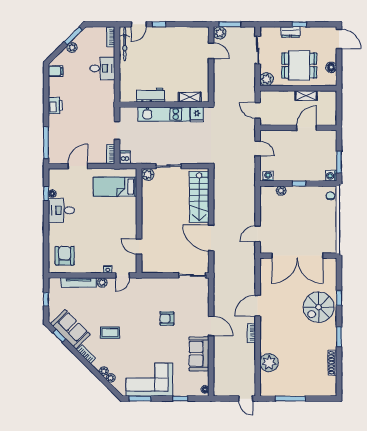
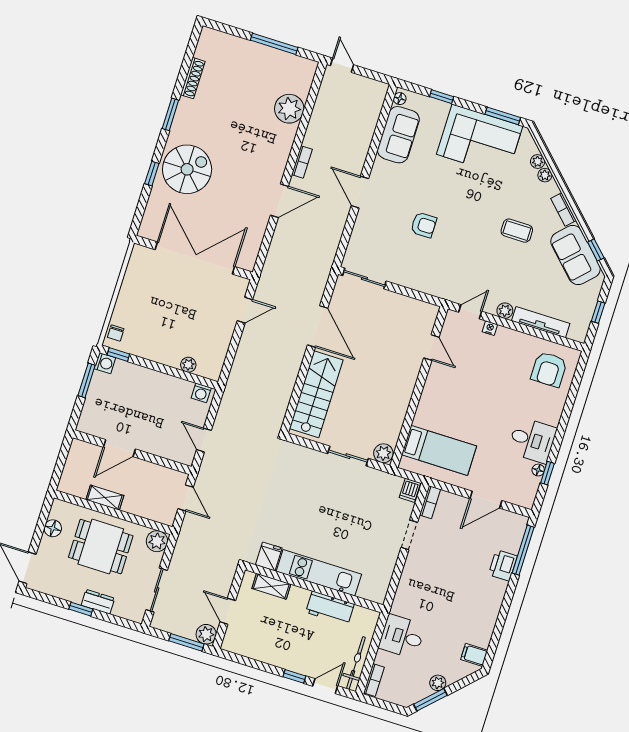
workbench: (151, 95) -> (330, 608), moved
shelving: (190, 97) -> (271, 586), moved
printer: (55, 105) -> (503, 565), moved
wall: (164, 105) -> (314, 587), moved
kitchen unit: (164, 114) -> (319, 573), moved
fridge: (197, 114) -> (269, 556), moved
window: (299, 184) -> (118, 354), moved
sofa: (199, 354) -> (398, 135), moved

